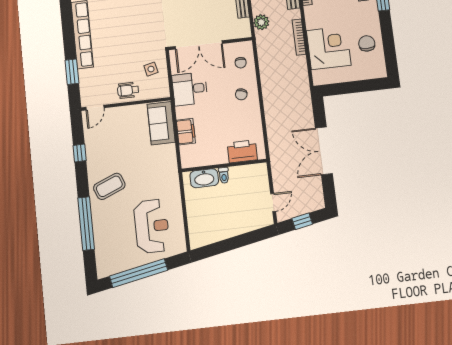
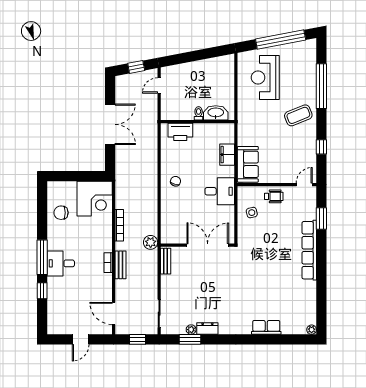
chair: (367, 43) -> (61, 213), turned 90
wall: (210, 44) -> (197, 245), moved
double door: (199, 45) -> (208, 245), moved
corner desk: (329, 48) -> (95, 199), moved, turned -90
chair: (241, 63) -> (173, 209), removed

